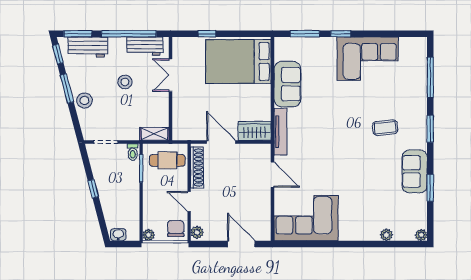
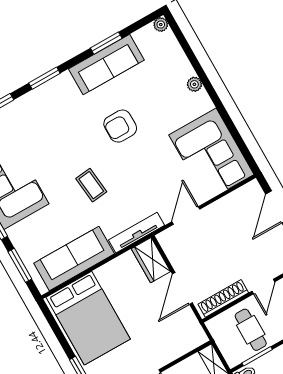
sofa: (287, 84) -> (74, 258), width x1.36
coffee table: (385, 128) -> (91, 185), moved
cafe table: (167, 160) -> (251, 330), moved
armchair: (364, 164) -> (120, 126), added
sofa: (415, 171) -> (106, 64), width x1.36
plant: (386, 235) -> (194, 84), moved

